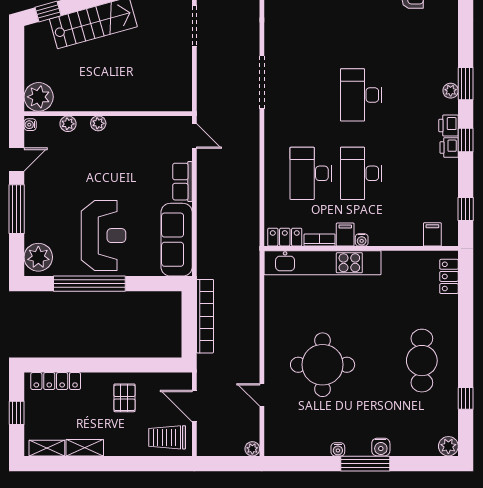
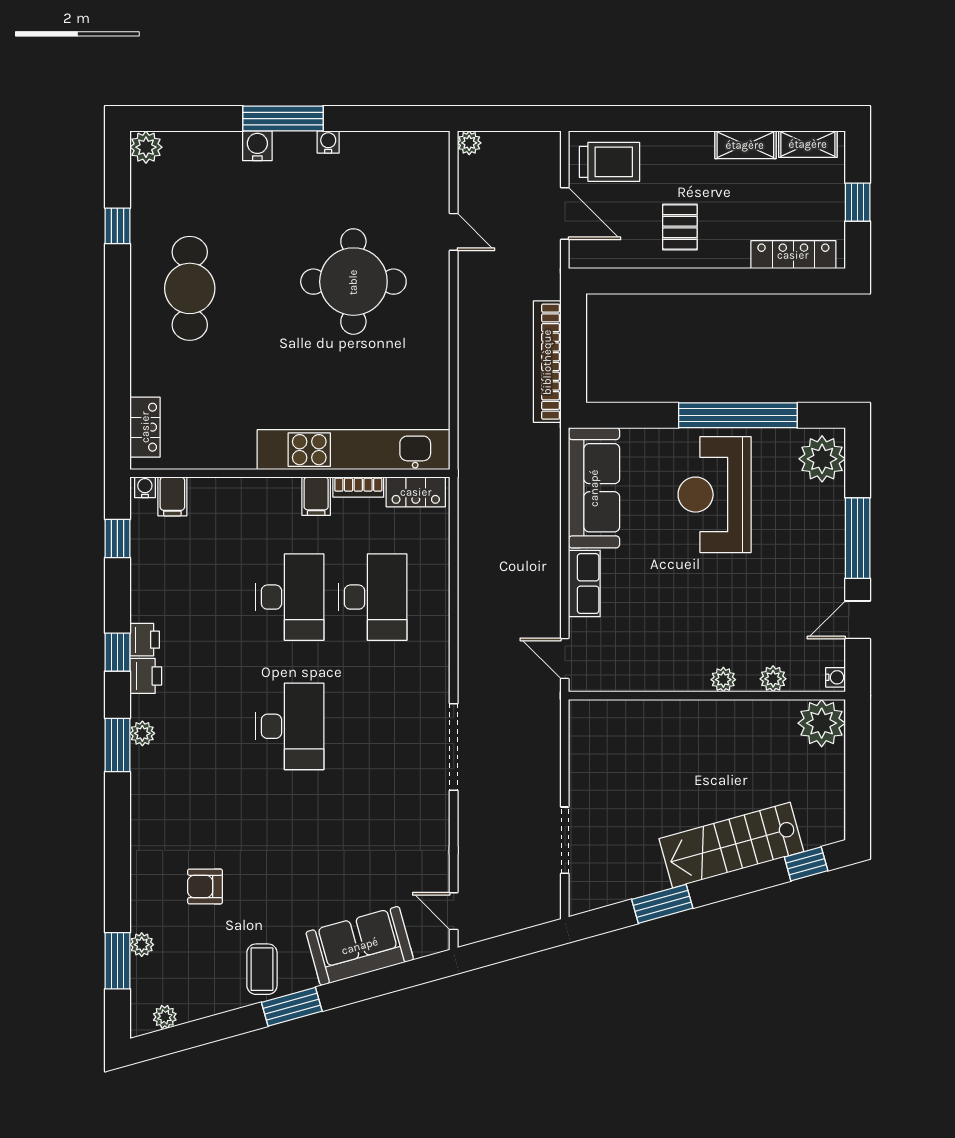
water cooler: (362, 240) -> (145, 487), moved

